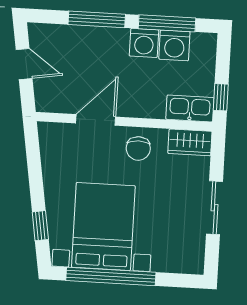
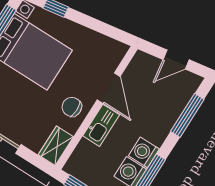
window: (97, 19) -> (187, 115), moved
kitchen sink: (190, 108) -> (101, 125), moved

